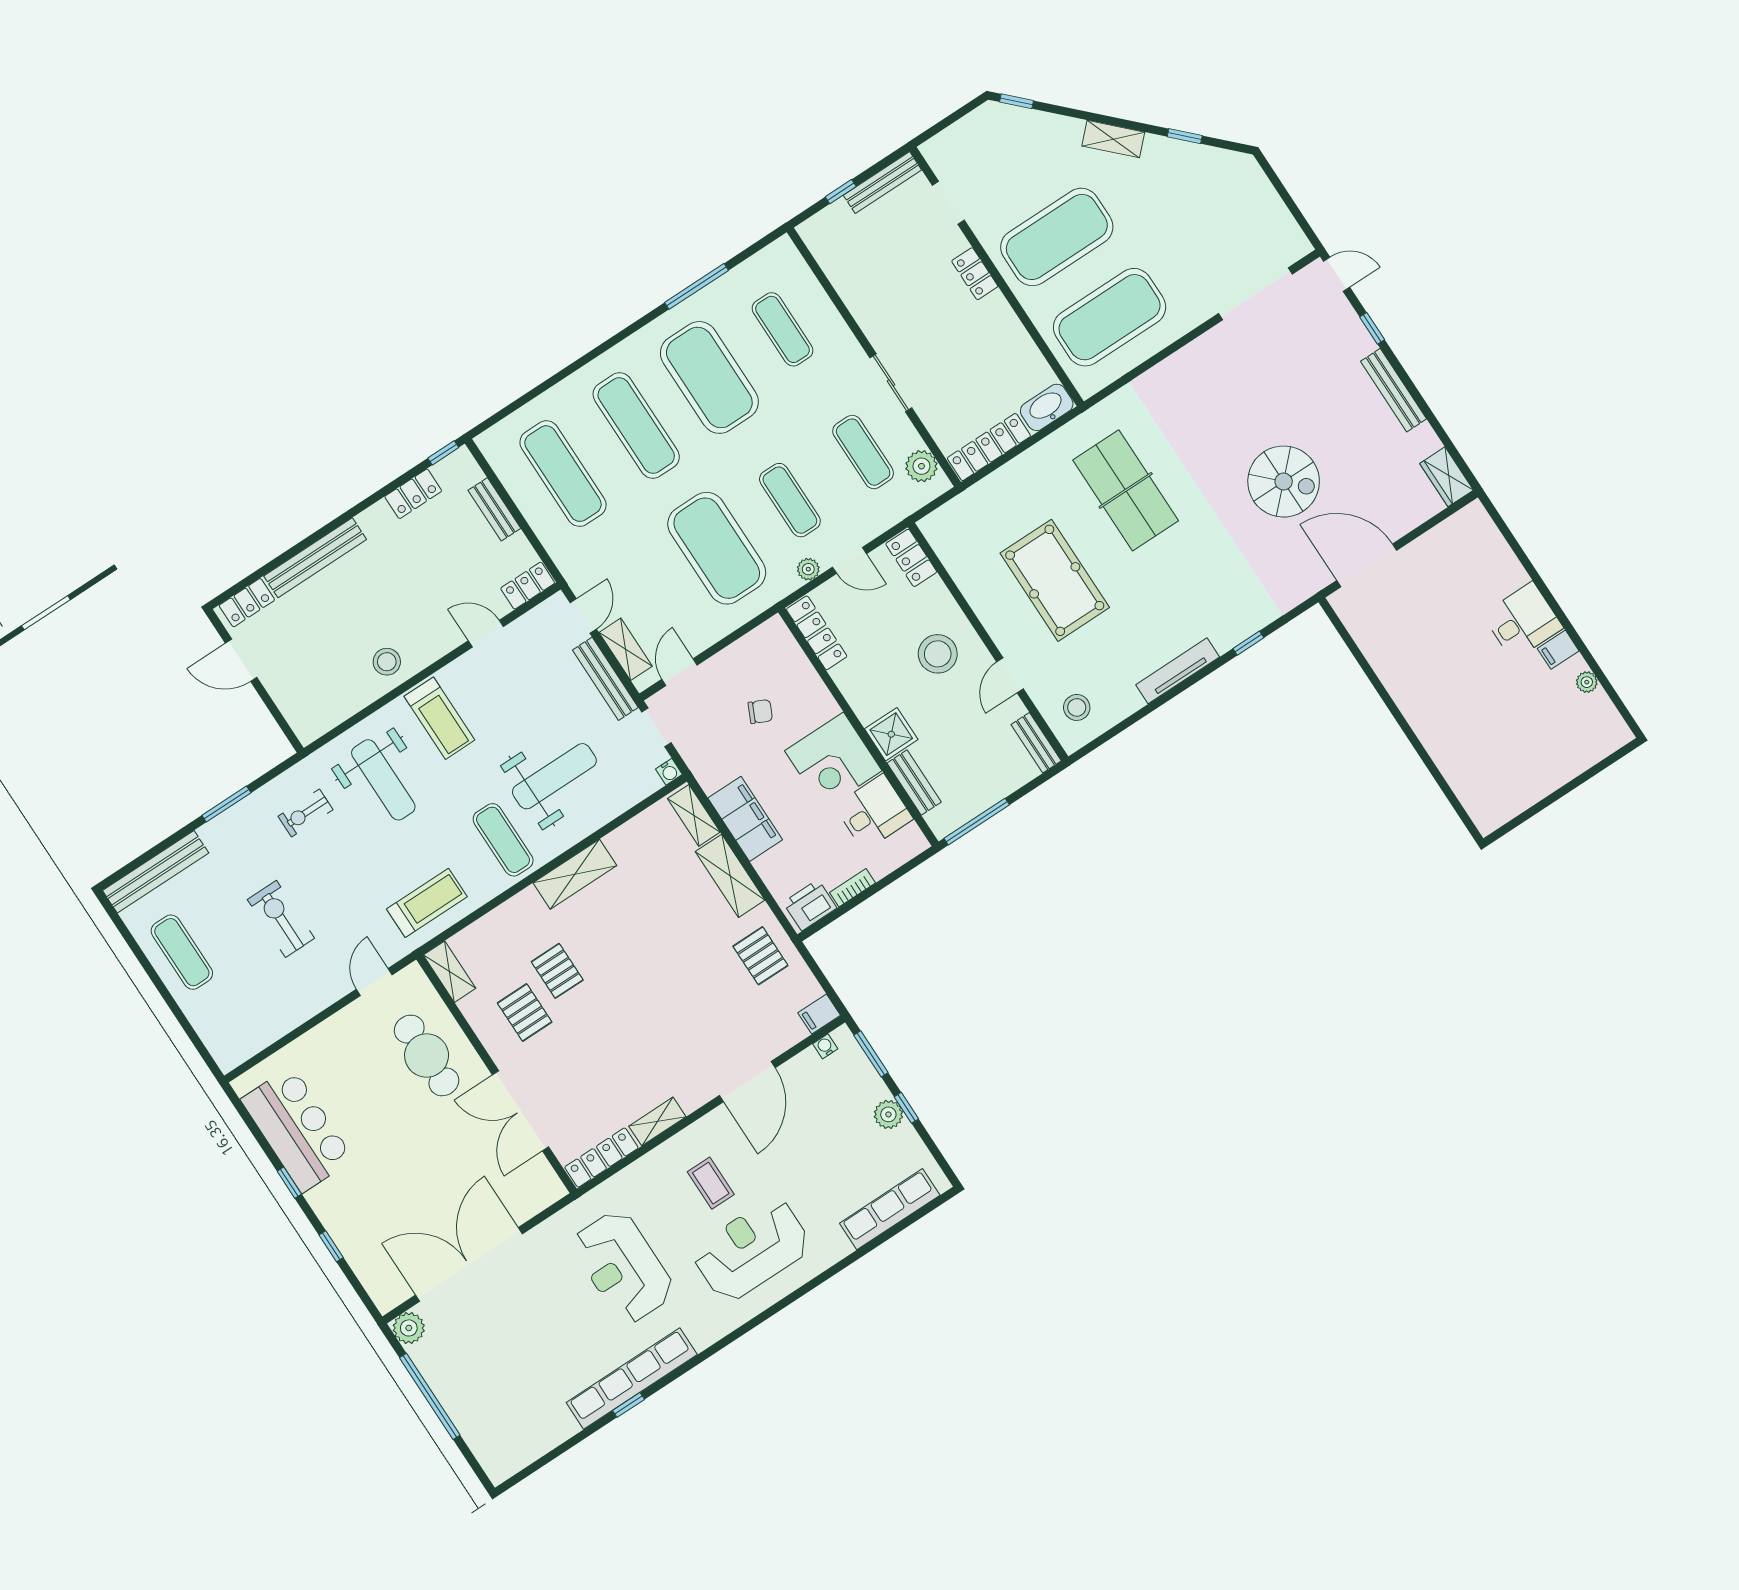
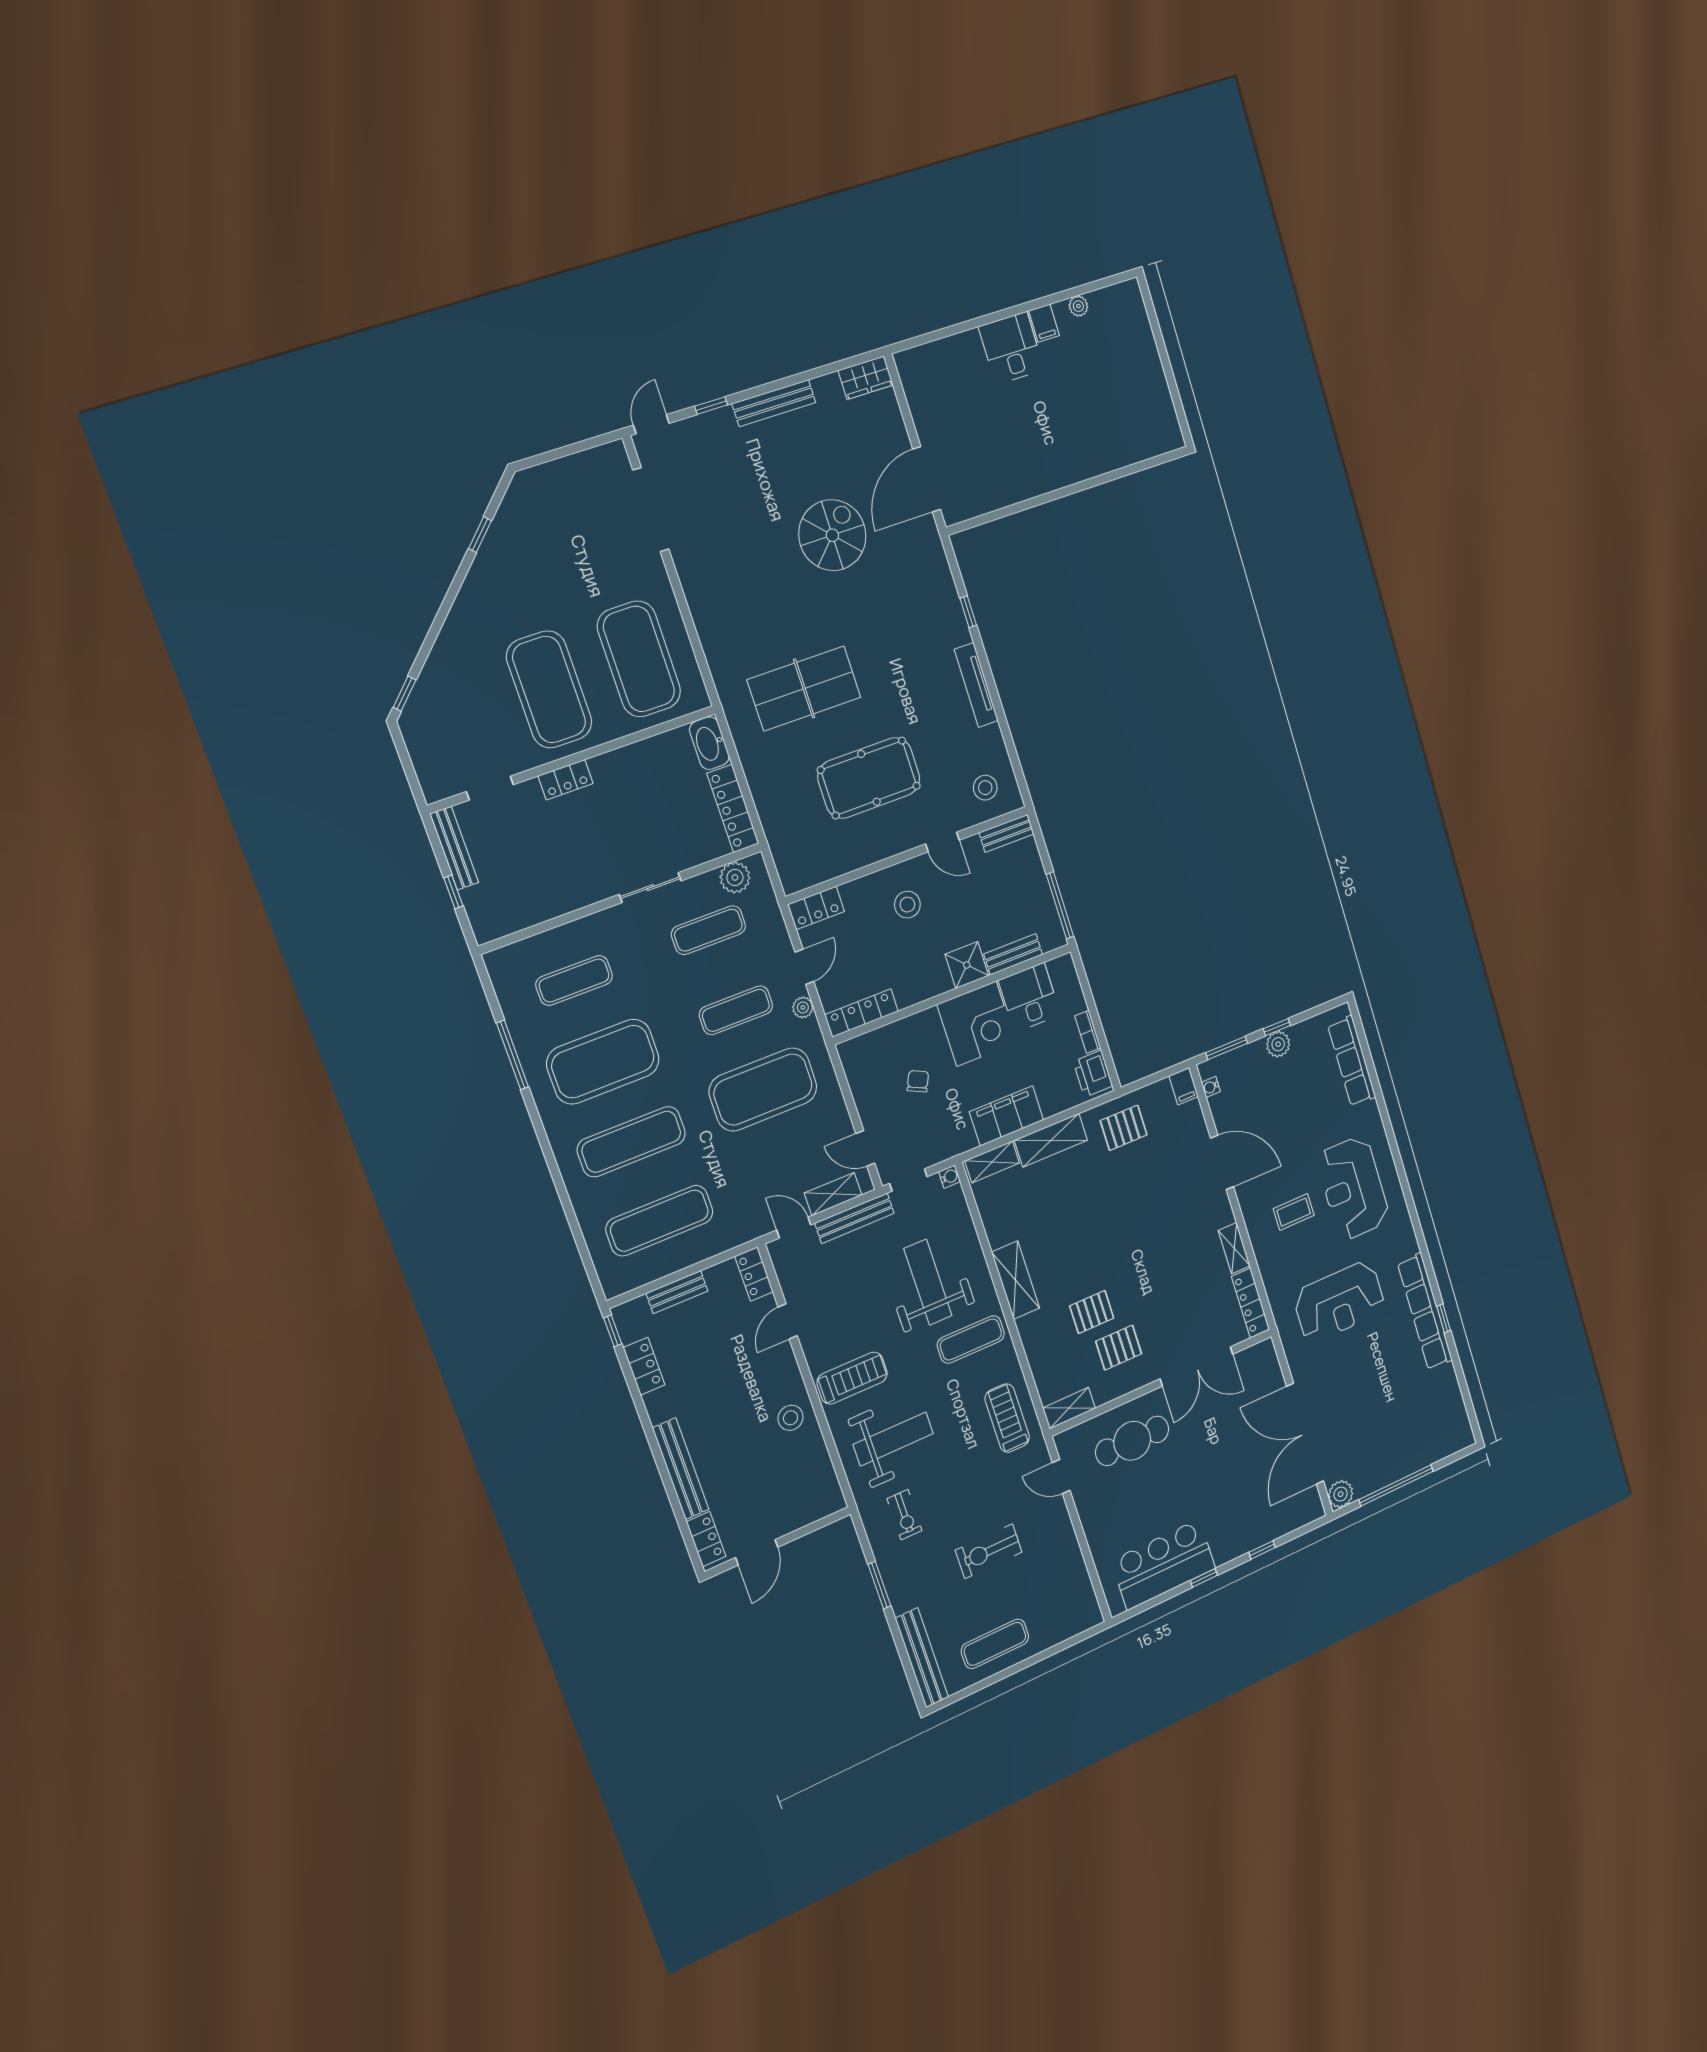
shelving: (1113, 139) -> (466, 607), removed
stool: (938, 654) -> (907, 905), width x0.73, depth x0.73

